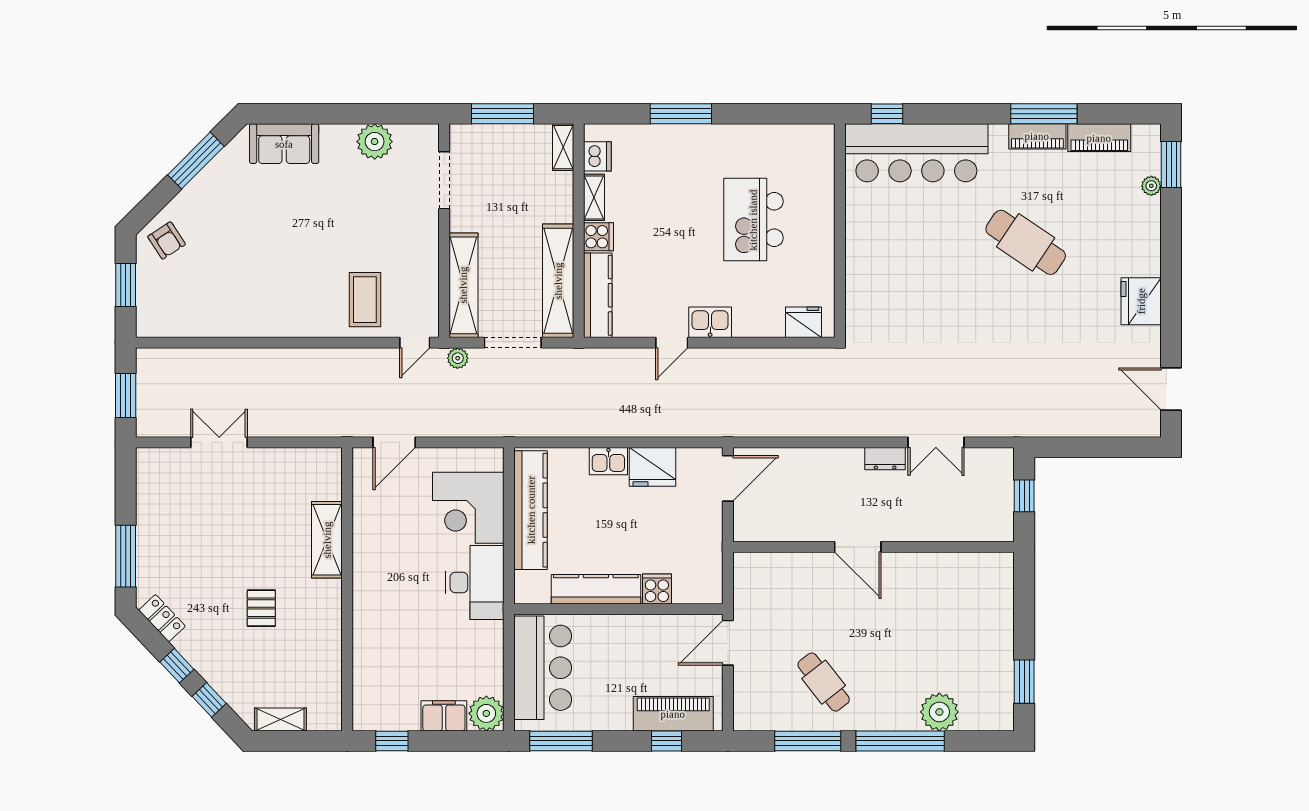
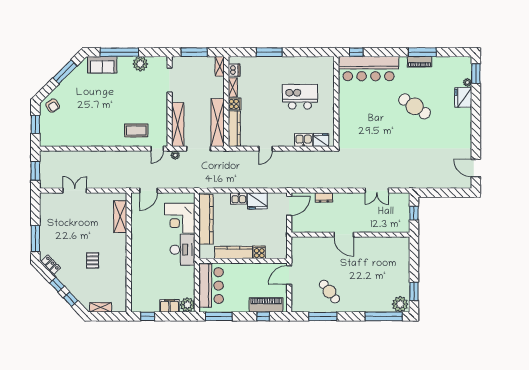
window: (325, 114) -> (119, 52), added
piano: (1099, 138) -> (446, 62), removed
kitchen island: (753, 220) -> (300, 97), turned 90
coffee table: (365, 300) -> (136, 130), turned 90
fridge: (1141, 301) -> (463, 97), moved
kitchen sink: (710, 322) -> (304, 140), moved
dresser: (885, 459) -> (324, 197), moved
shelving: (327, 540) -> (120, 217), moved
plant: (939, 712) -> (400, 304), moved
window: (900, 741) -> (384, 316), moved

